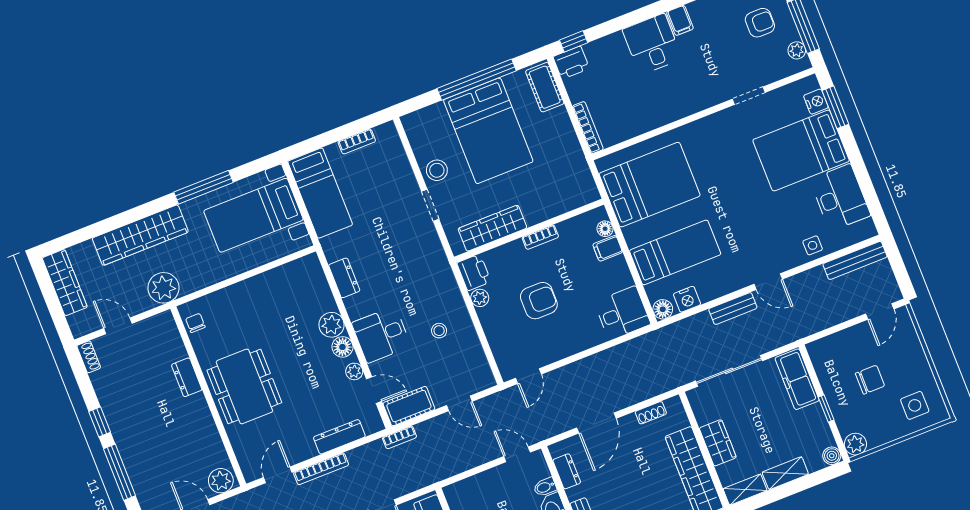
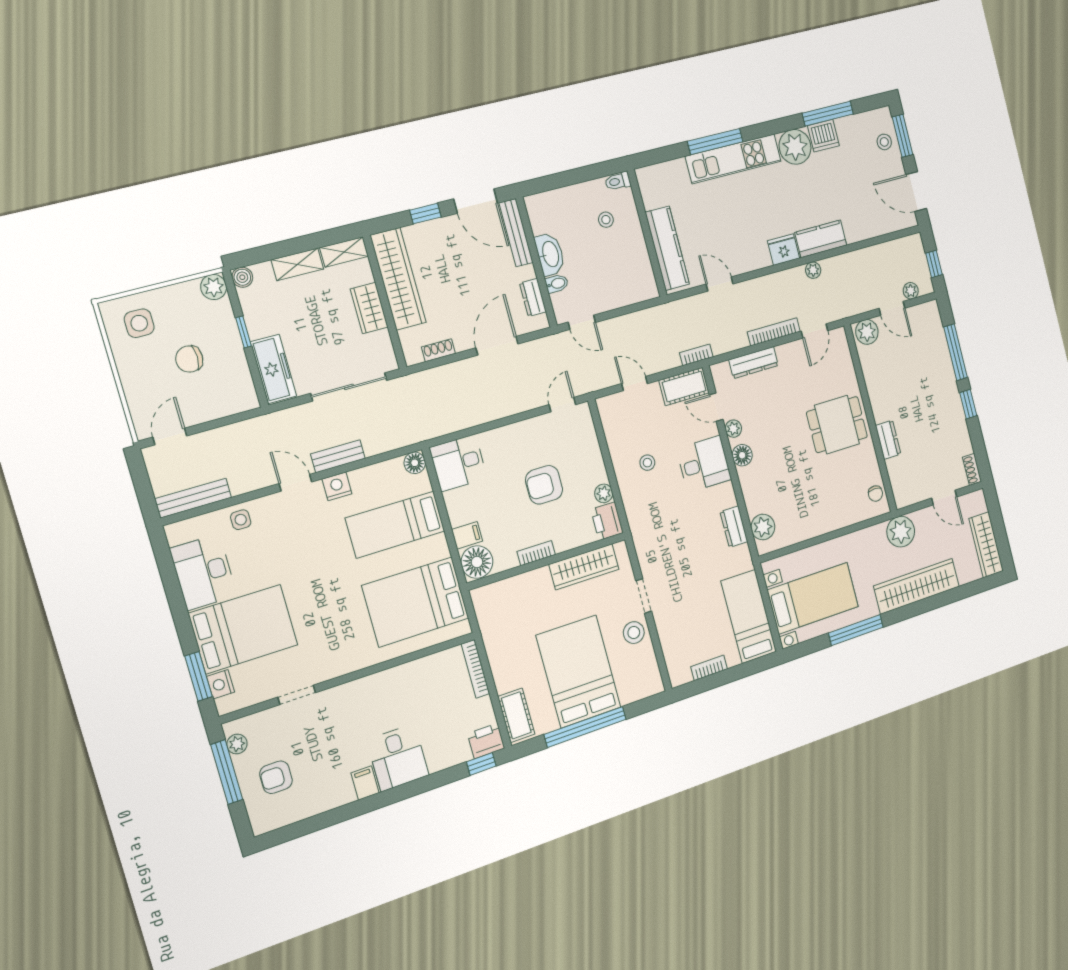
floor lamp: (605, 229) -> (477, 562), width x1.89, depth x1.89
nightstand: (687, 299) -> (337, 486), moved
plant: (331, 325) -> (763, 527), moved
dining table: (244, 386) -> (837, 425), width x0.73

